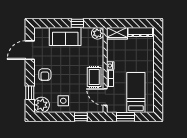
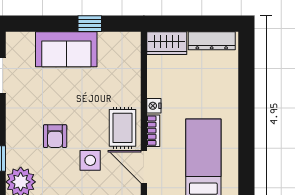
plant: (98, 33) -> (129, 43), removed
armchair: (45, 75) -> (55, 136), moved
side table: (63, 101) -> (90, 160), moved

